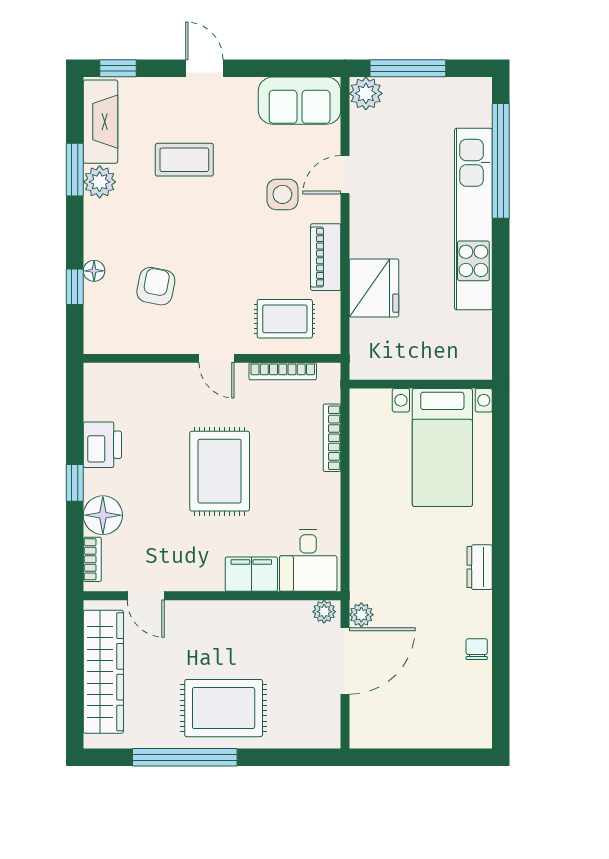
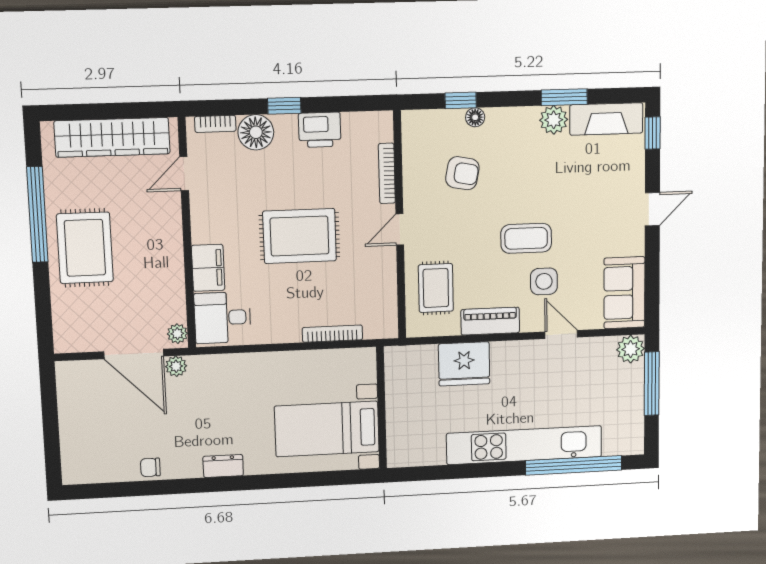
coffee table: (184, 160) -> (526, 238), moved, turned 90
bookcase: (283, 371) -> (387, 173), moved
chair: (477, 649) -> (150, 467), turned 180

